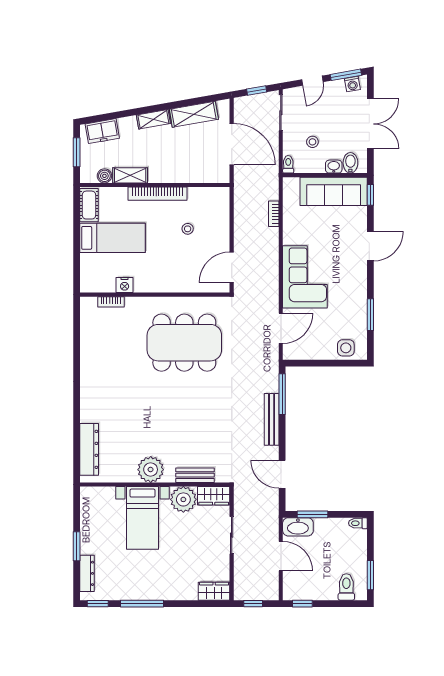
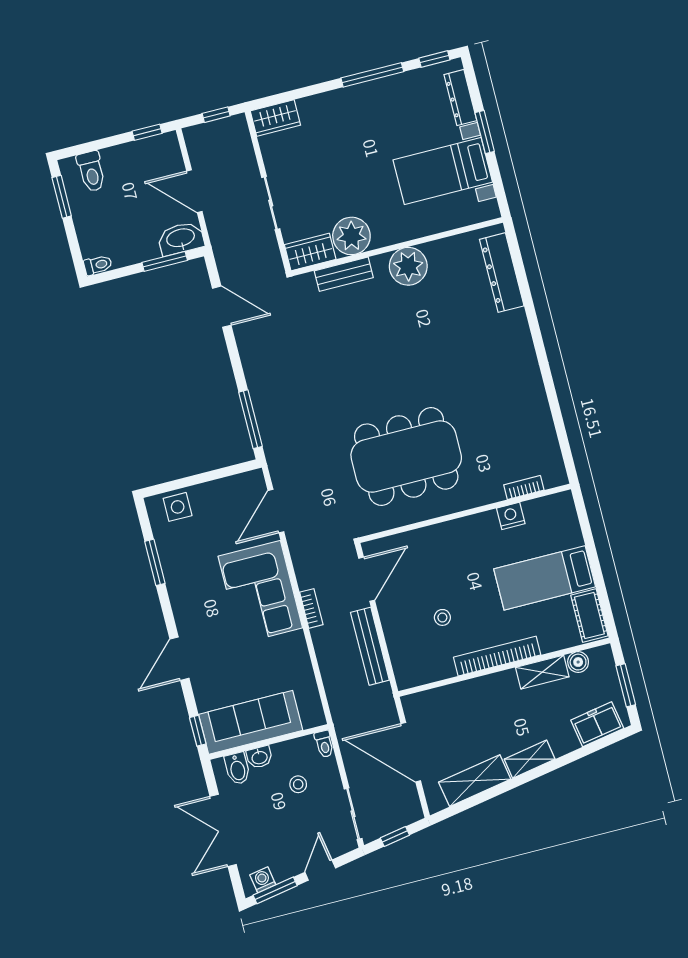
bookcase: (274, 214) -> (311, 608), moved
bench: (272, 419) -> (370, 646), moved
bed with nightstands: (143, 518) -> (443, 171), moved, turned -90

